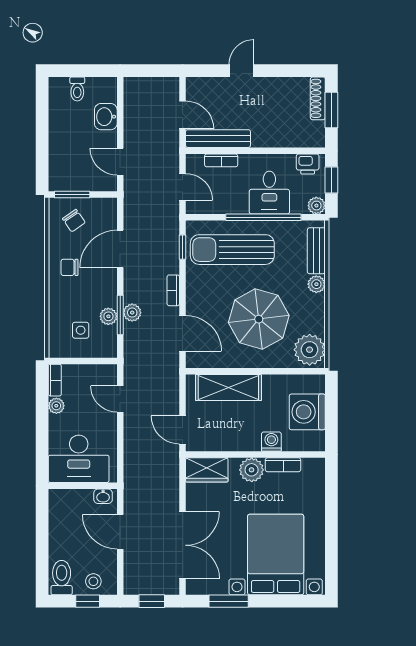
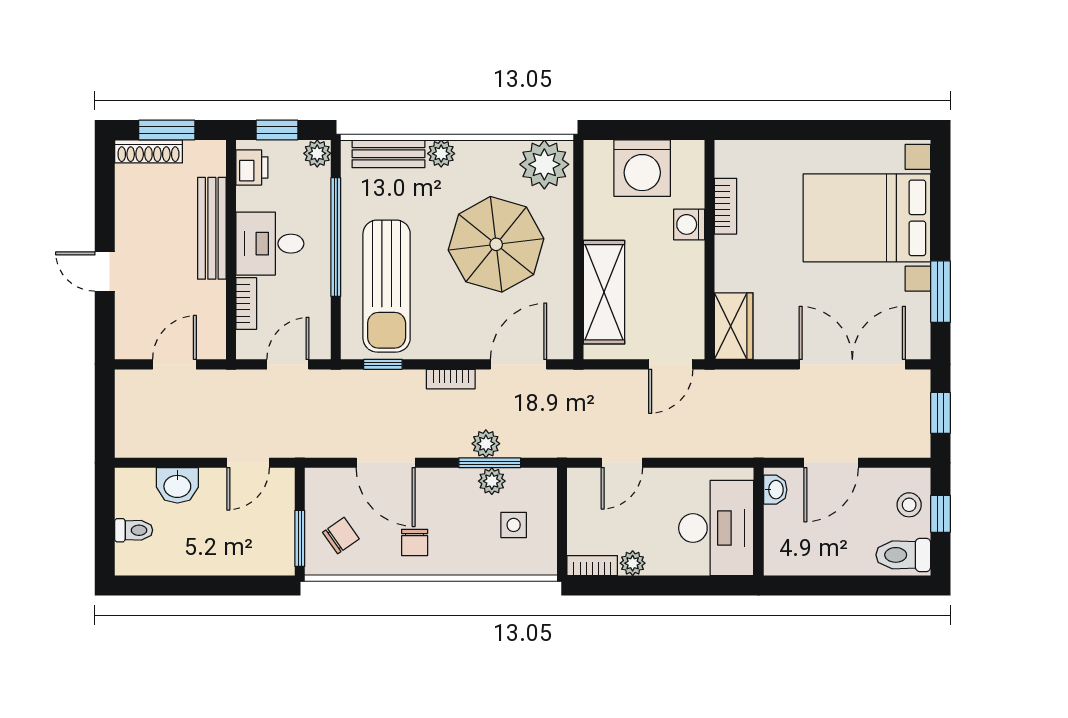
bench: (218, 139) -> (212, 228), moved
desk: (269, 193) -> (270, 244), moved, turned 180
plant: (252, 470) -> (734, 256), removed

